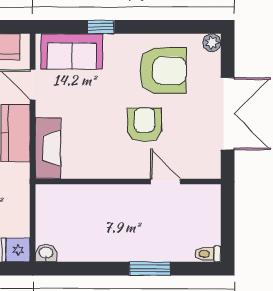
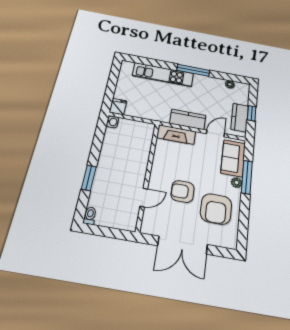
window: (101, 27) -> (247, 177), width x2.17
plant: (212, 43) -> (237, 183), moved
armchair: (144, 125) -> (183, 191), turned 180

